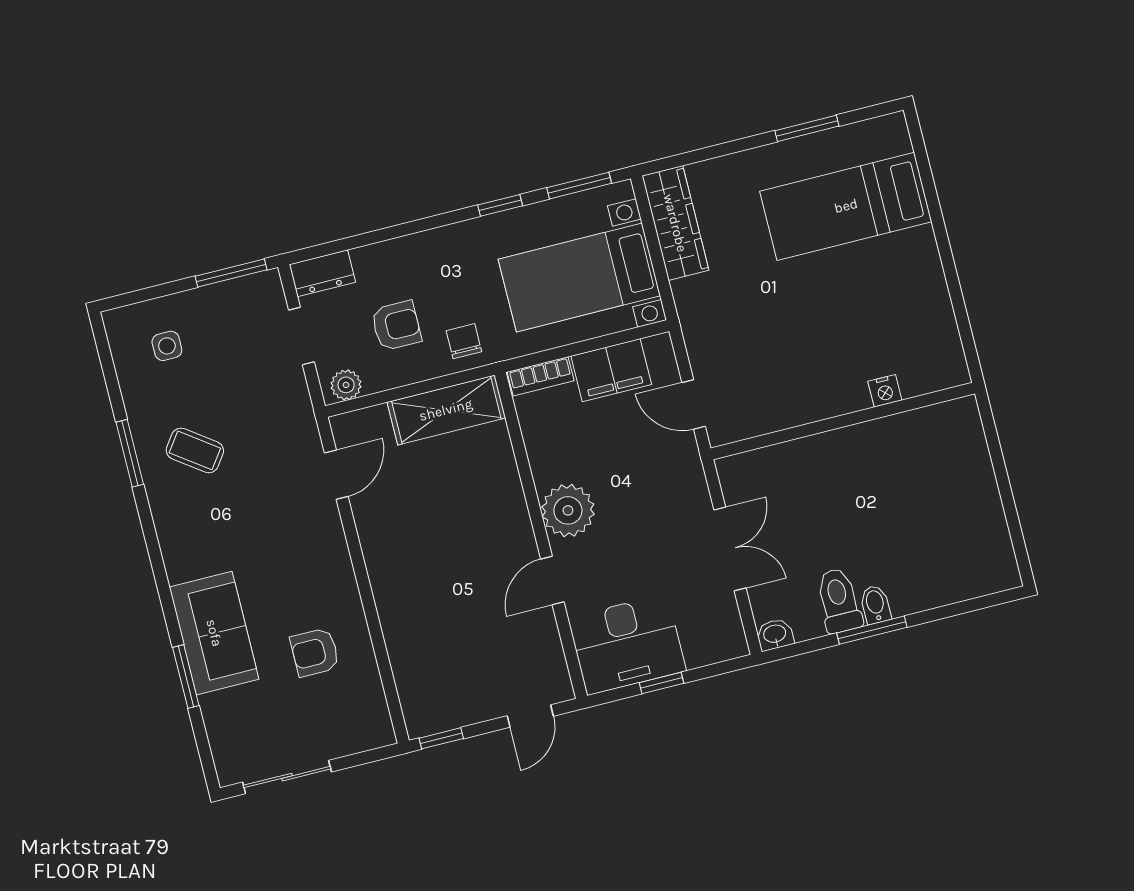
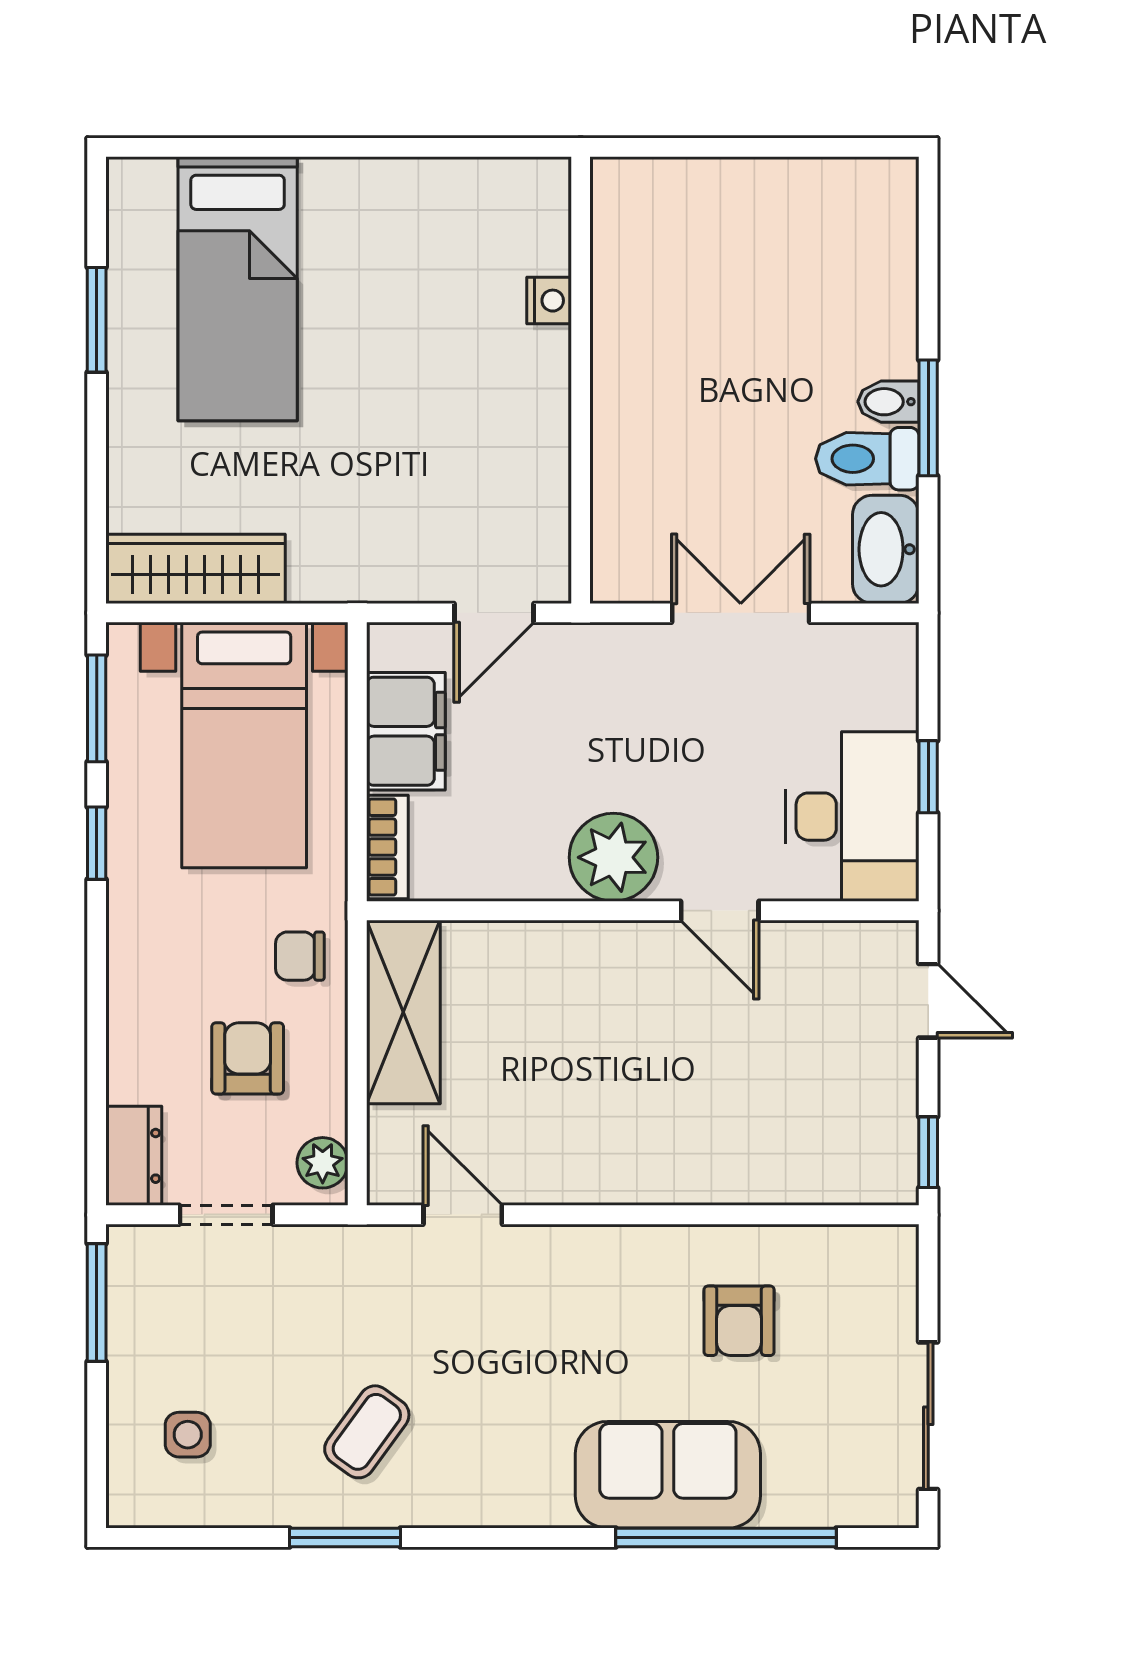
washbasin: (775, 634) -> (886, 549), width x1.91, depth x1.45
window: (186, 676) -> (726, 1538), width x2.11

